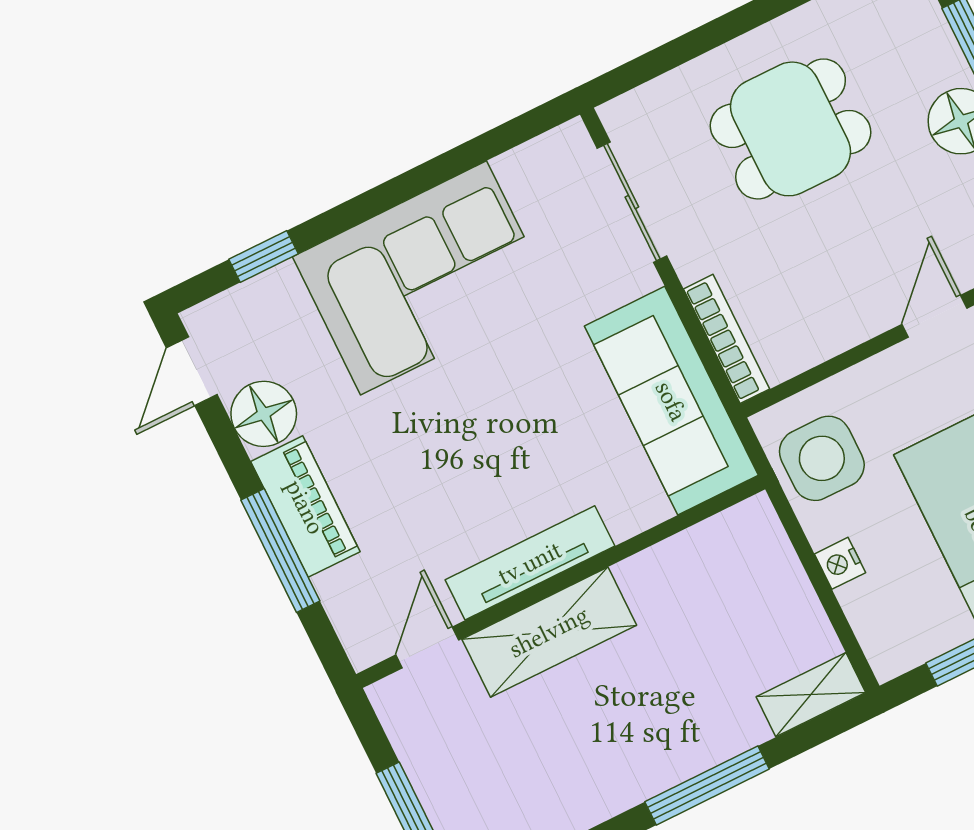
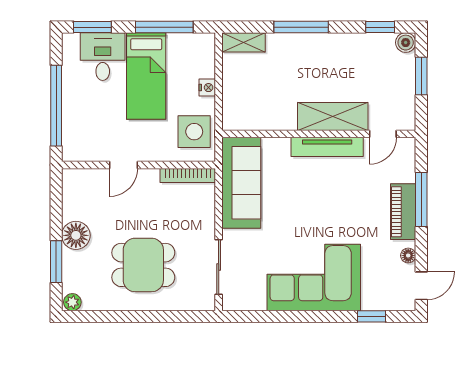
bookcase: (726, 339) -> (188, 175), moved, turned -90
floor lamp: (264, 414) -> (408, 255), width x0.53, depth x0.53

